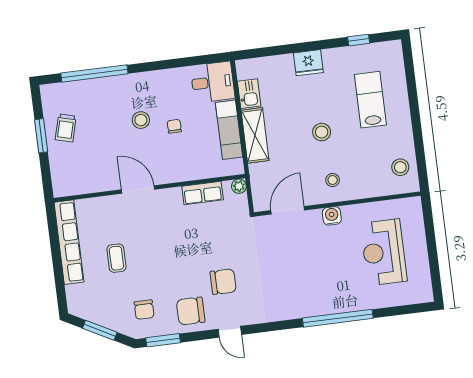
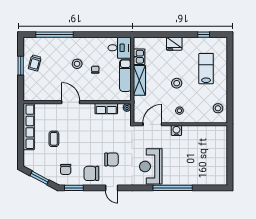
reception desk: (384, 252) -> (151, 166), moved

